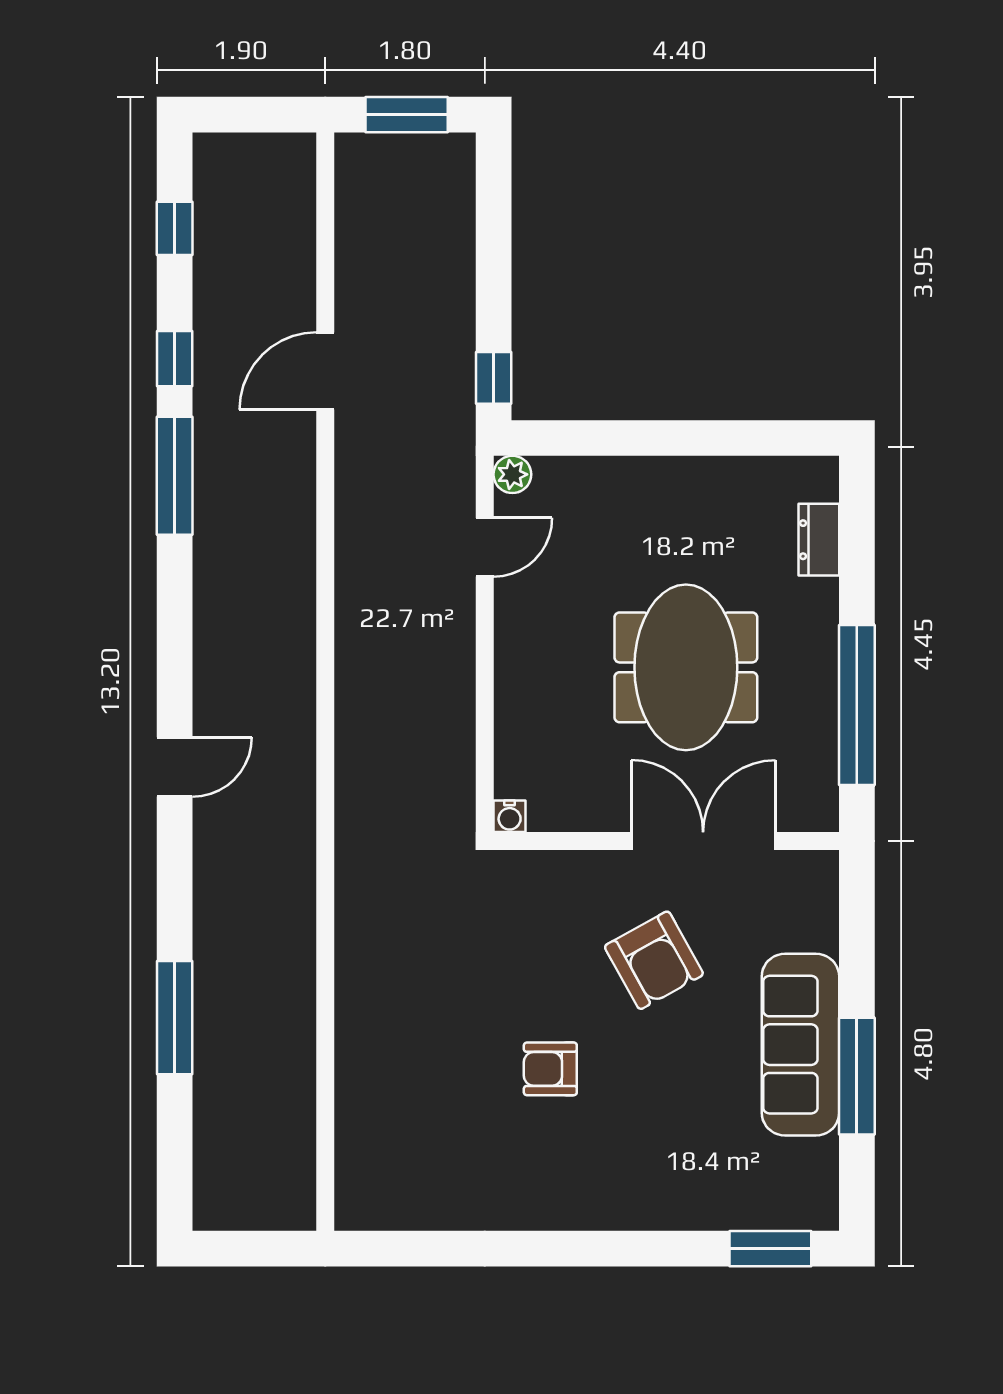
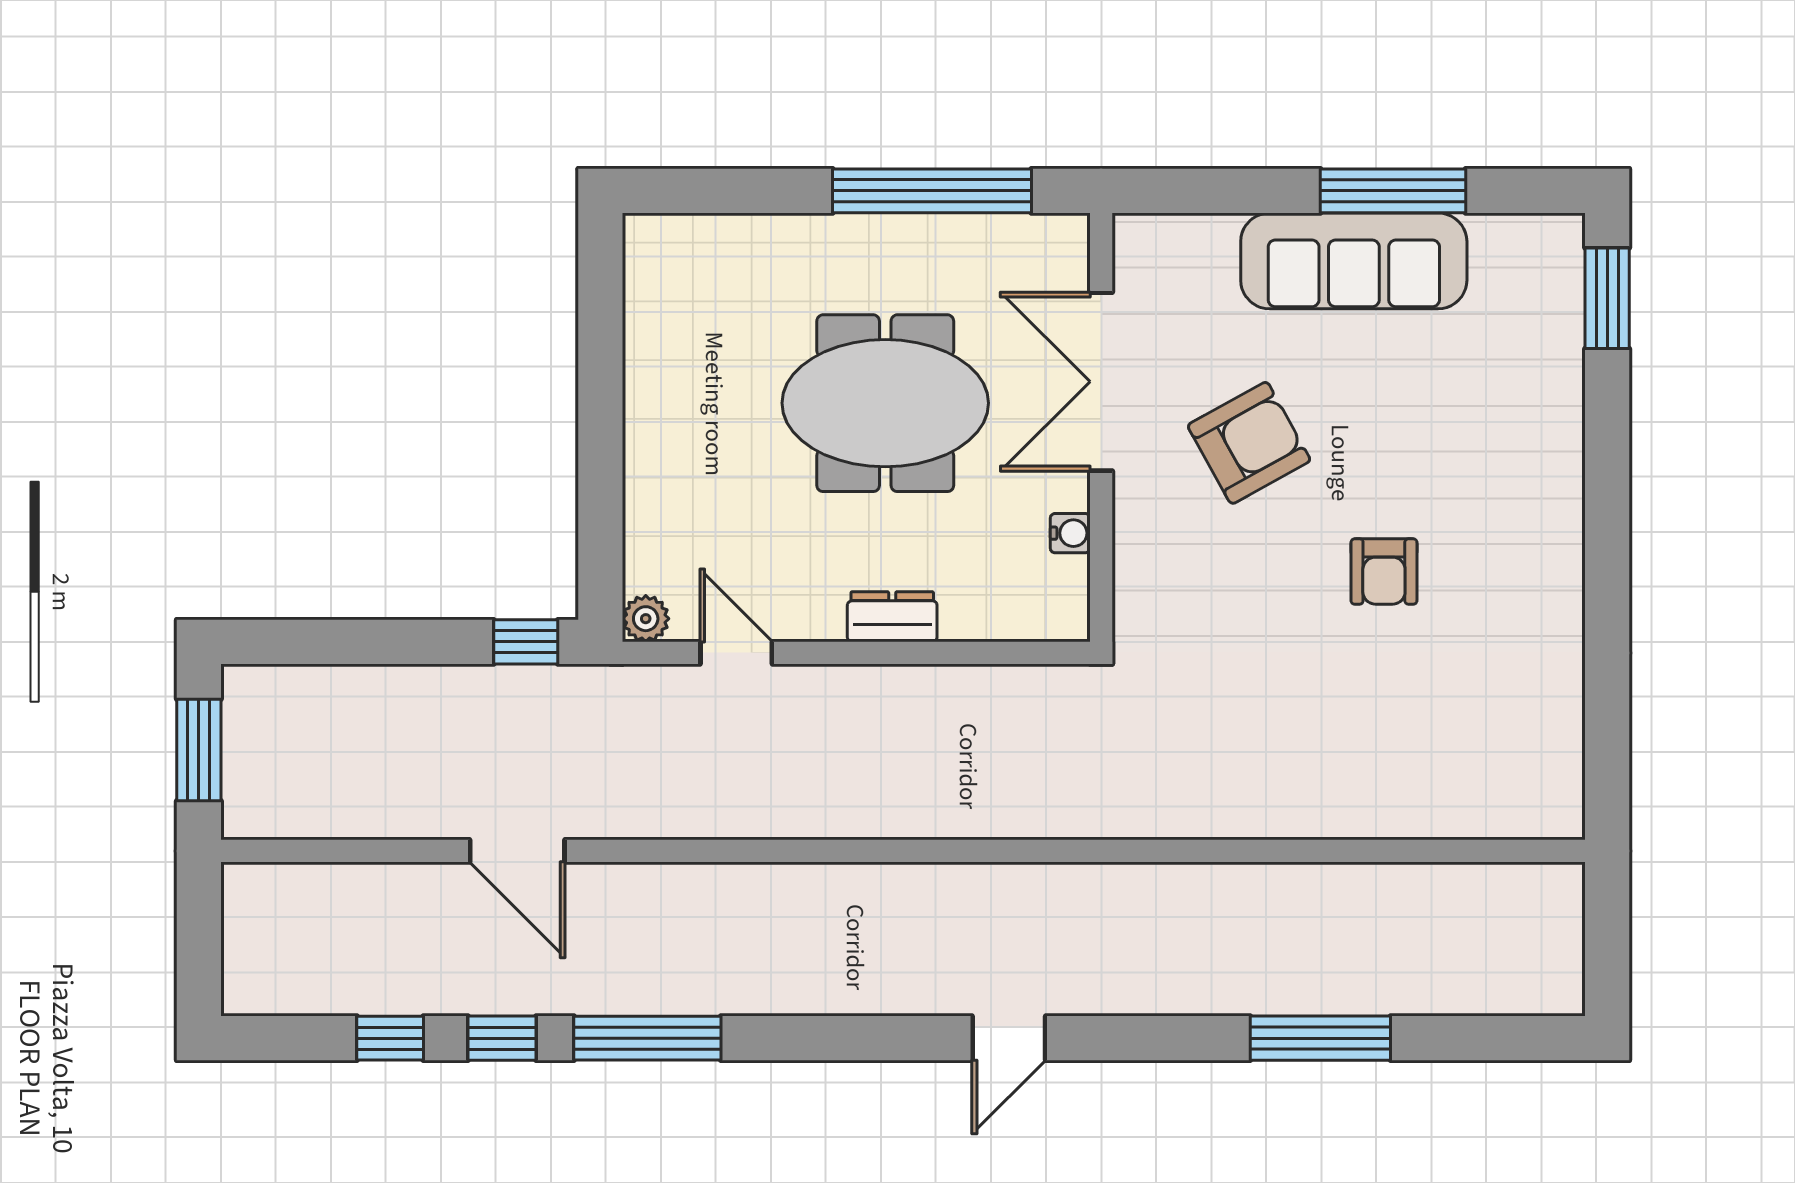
window: (175, 228) -> (390, 1038), moved
dresser: (819, 540) -> (892, 617), moved, turned 180
door: (175, 767) -> (1009, 1038), swing flipped
water cooler: (510, 816) -> (1070, 533), moved

